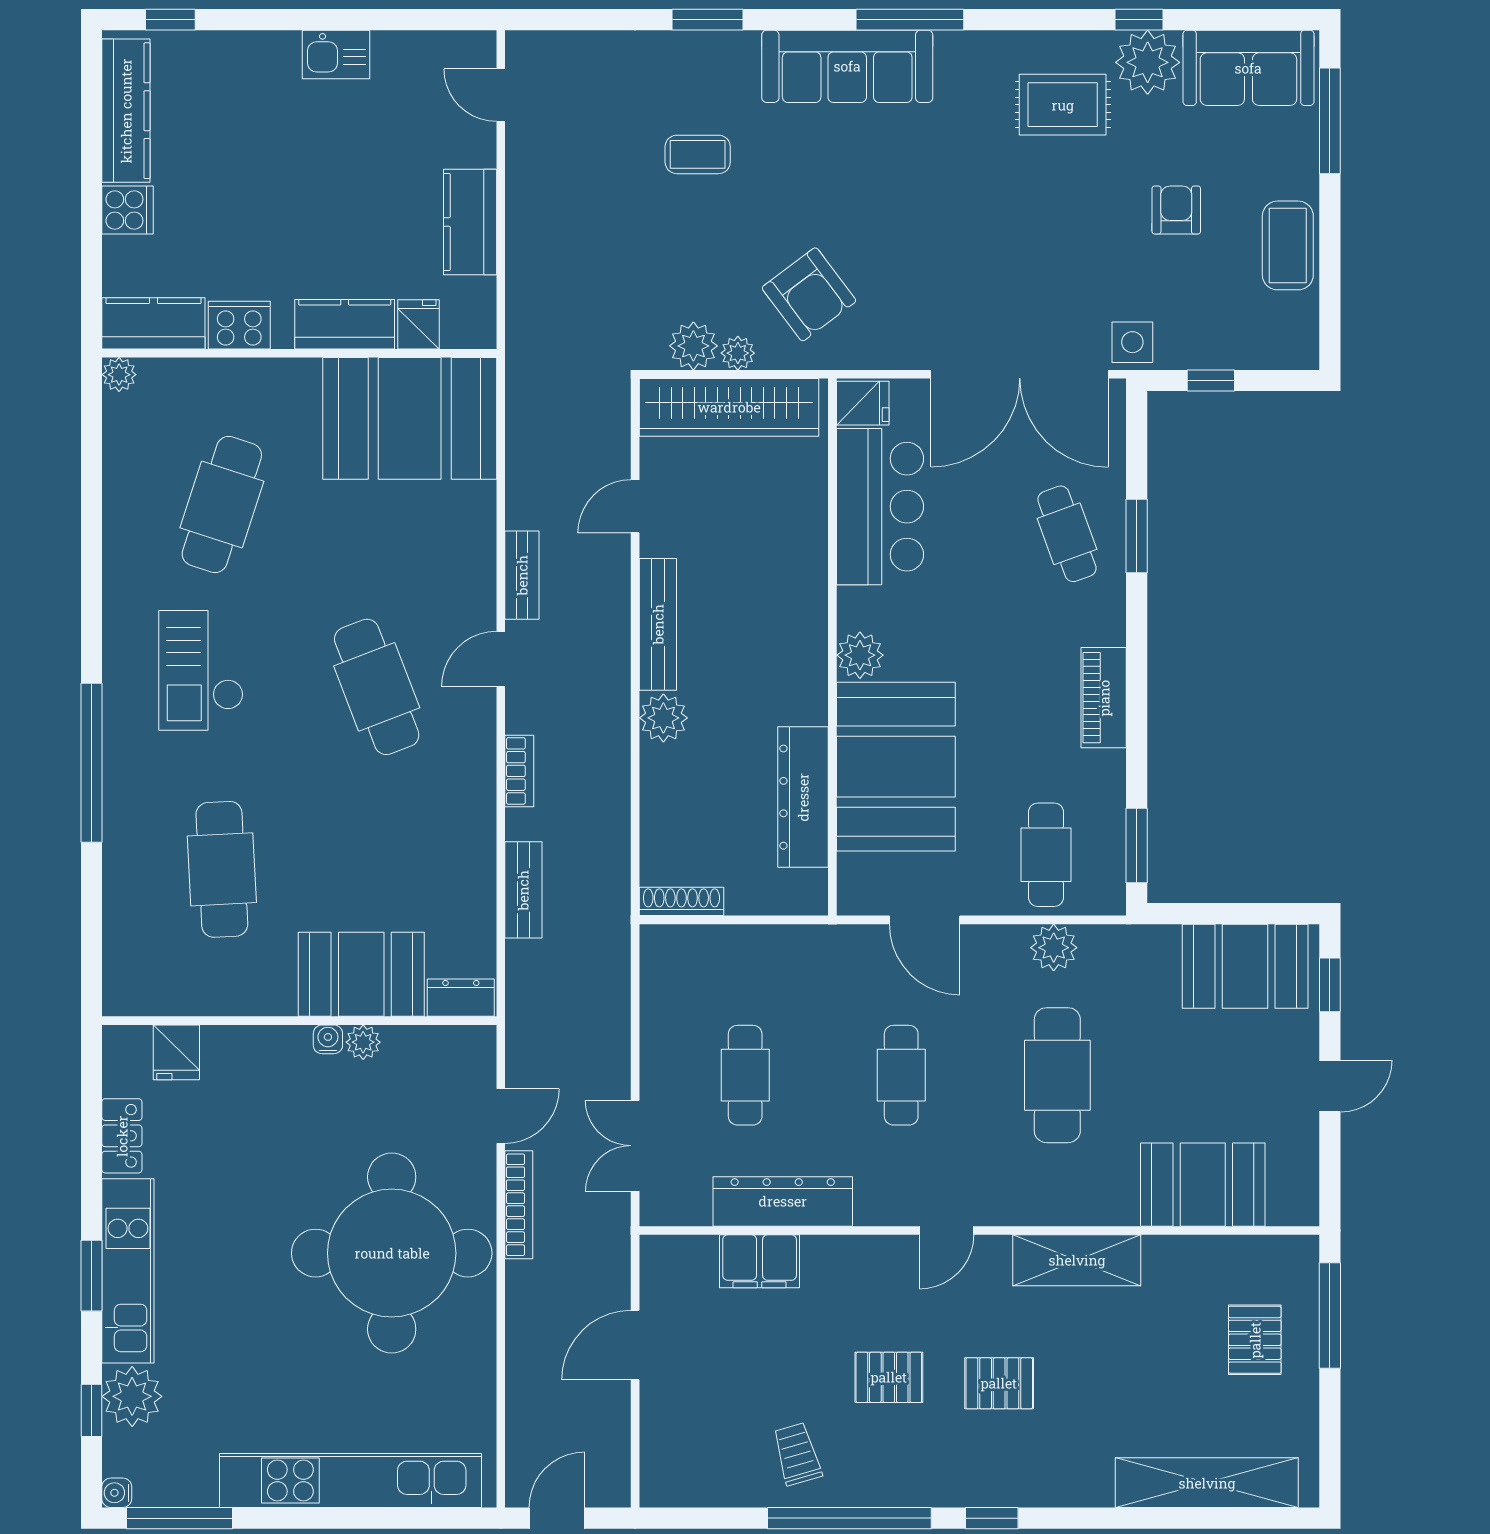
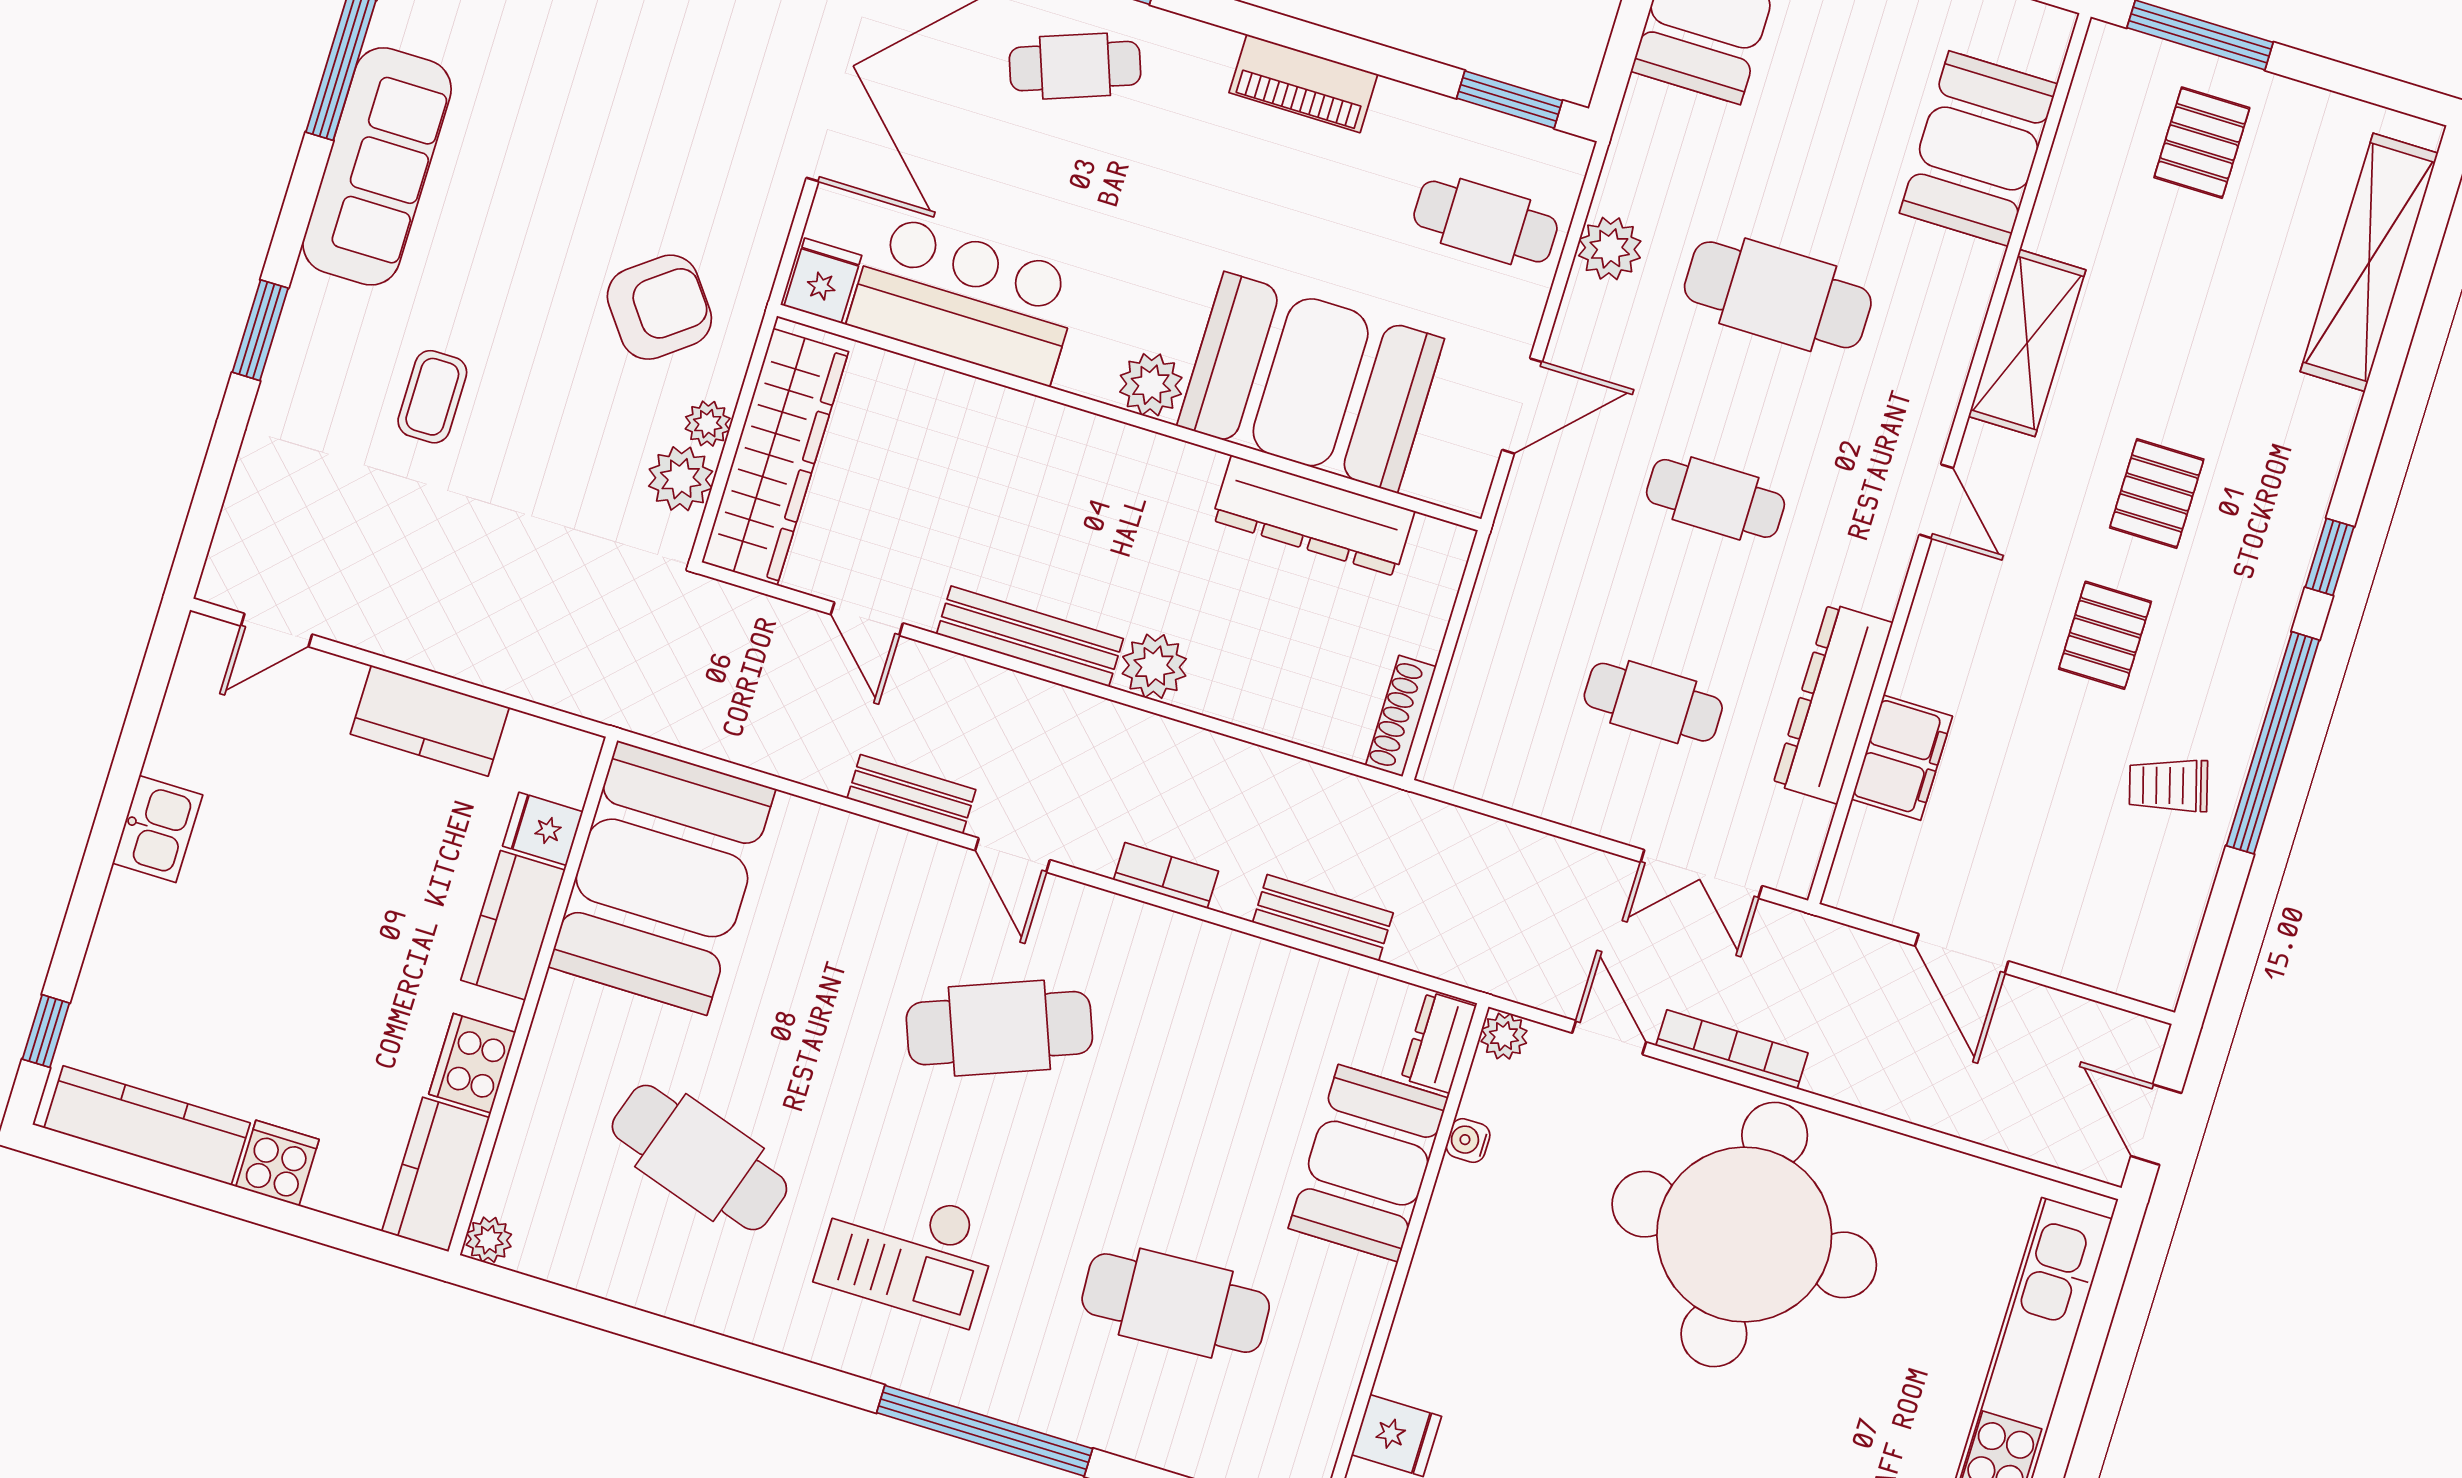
water cooler: (328, 1039) -> (1468, 1141), moved
plant: (363, 1042) -> (1504, 1036), moved
pallet: (1255, 1340) -> (2202, 143), turned 90

